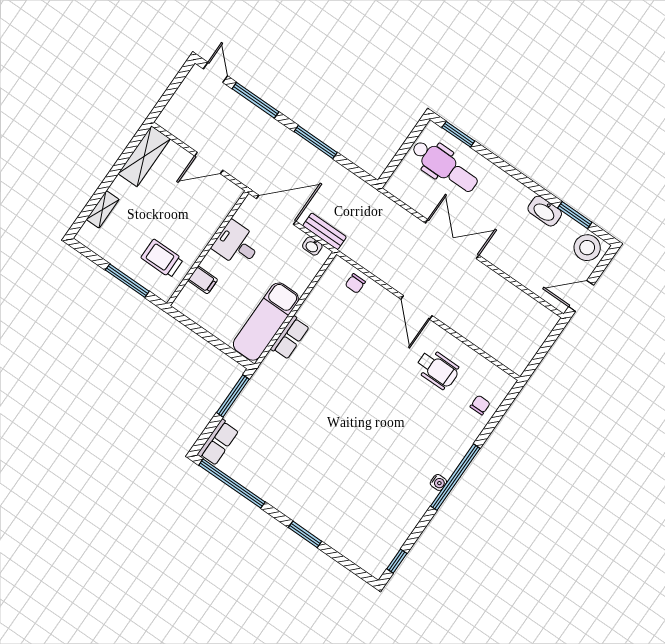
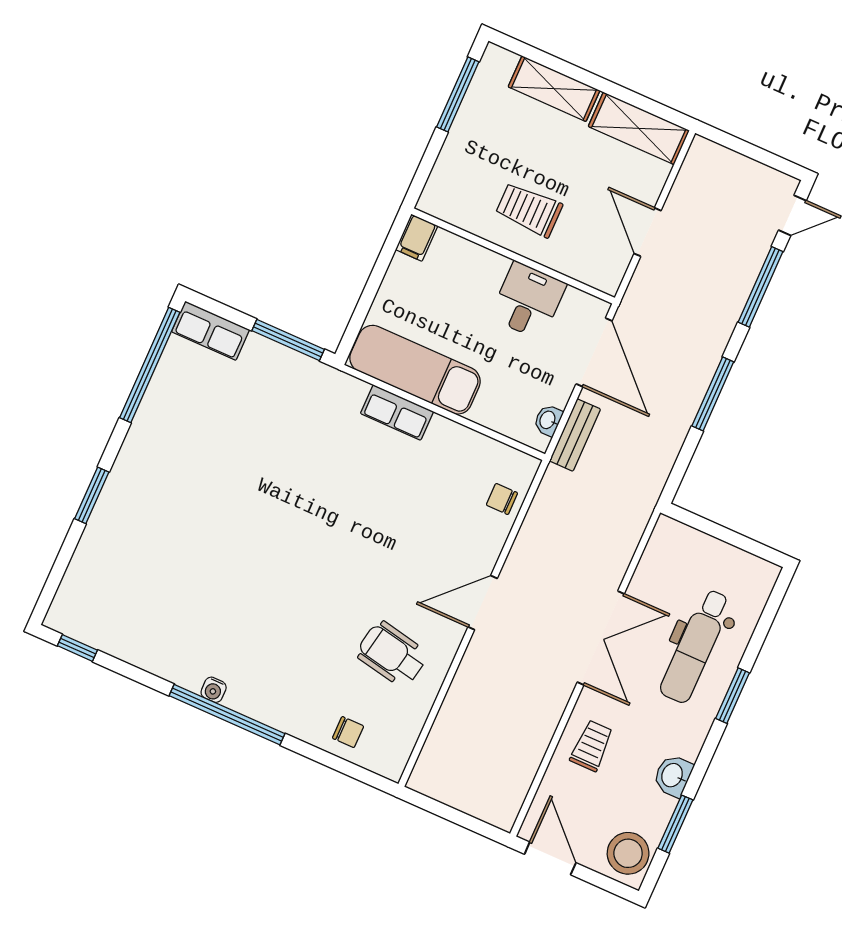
window: (458, 134) -> (733, 696), moved
dental chair: (445, 166) -> (695, 646), moved
shelving: (103, 209) -> (554, 89), width x1.50, depth x1.33
washbasin: (545, 211) -> (673, 776), width x0.72
trolley: (517, 257) -> (592, 746), added
trolley: (162, 258) -> (529, 210), moved, turned -90
filing cabinet: (203, 280) -> (417, 238), moved
window: (127, 281) -> (458, 94), moved
wheelchair: (437, 369) -> (392, 654), turned 101

